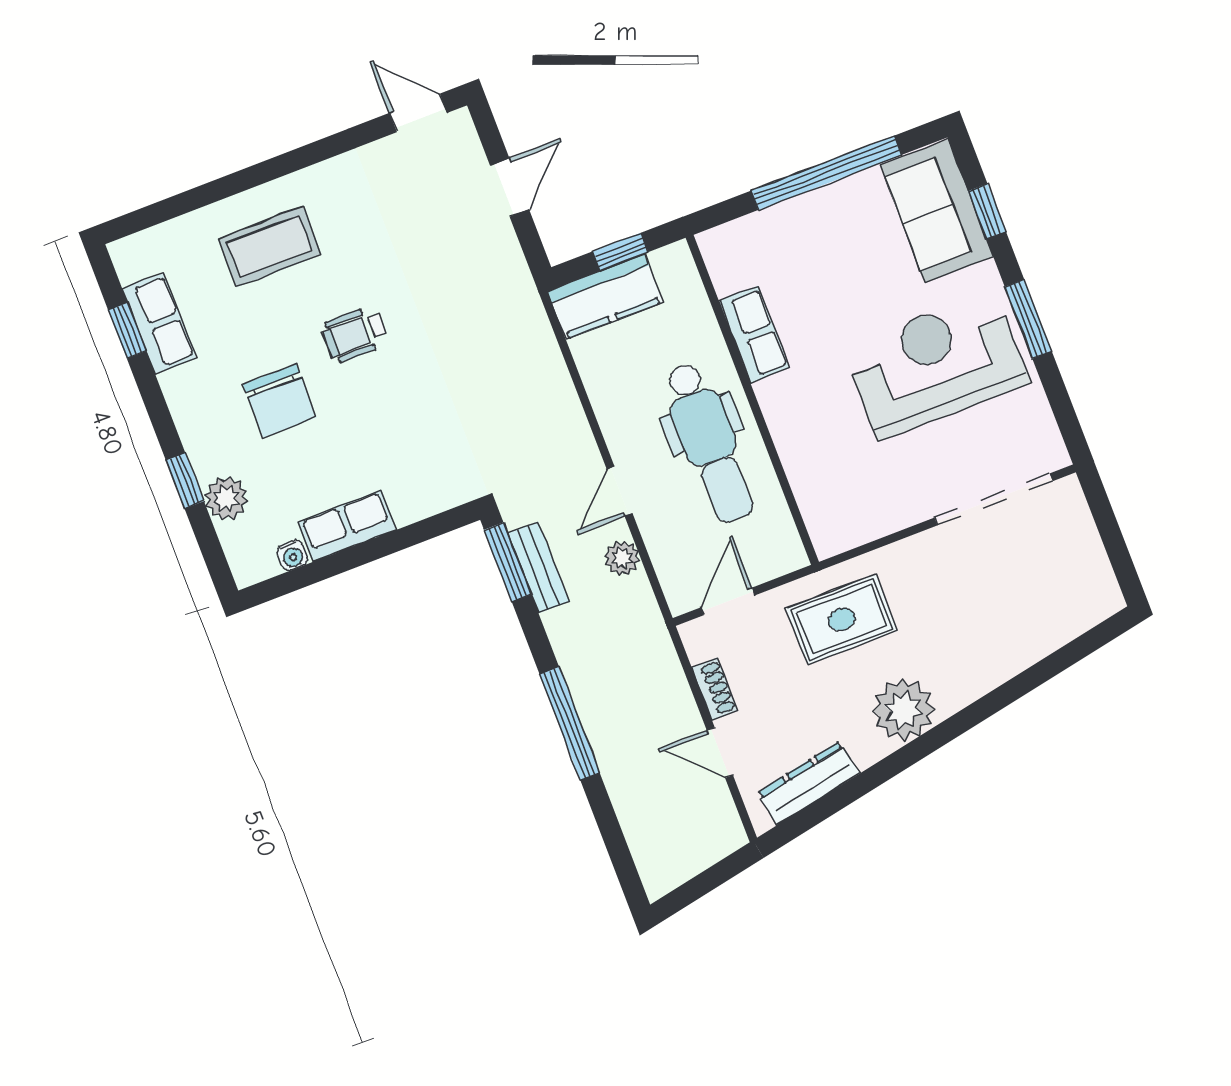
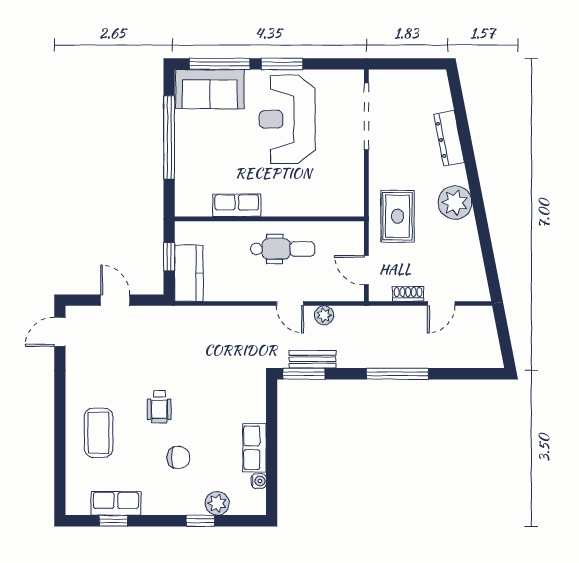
window: (987, 211) -> (220, 64), width x2.17
chair: (280, 401) -> (178, 457), width x0.73, depth x0.73
dental chair: (709, 443) -> (283, 249), width x0.73, depth x0.72
dresser: (808, 783) -> (449, 138), moved

